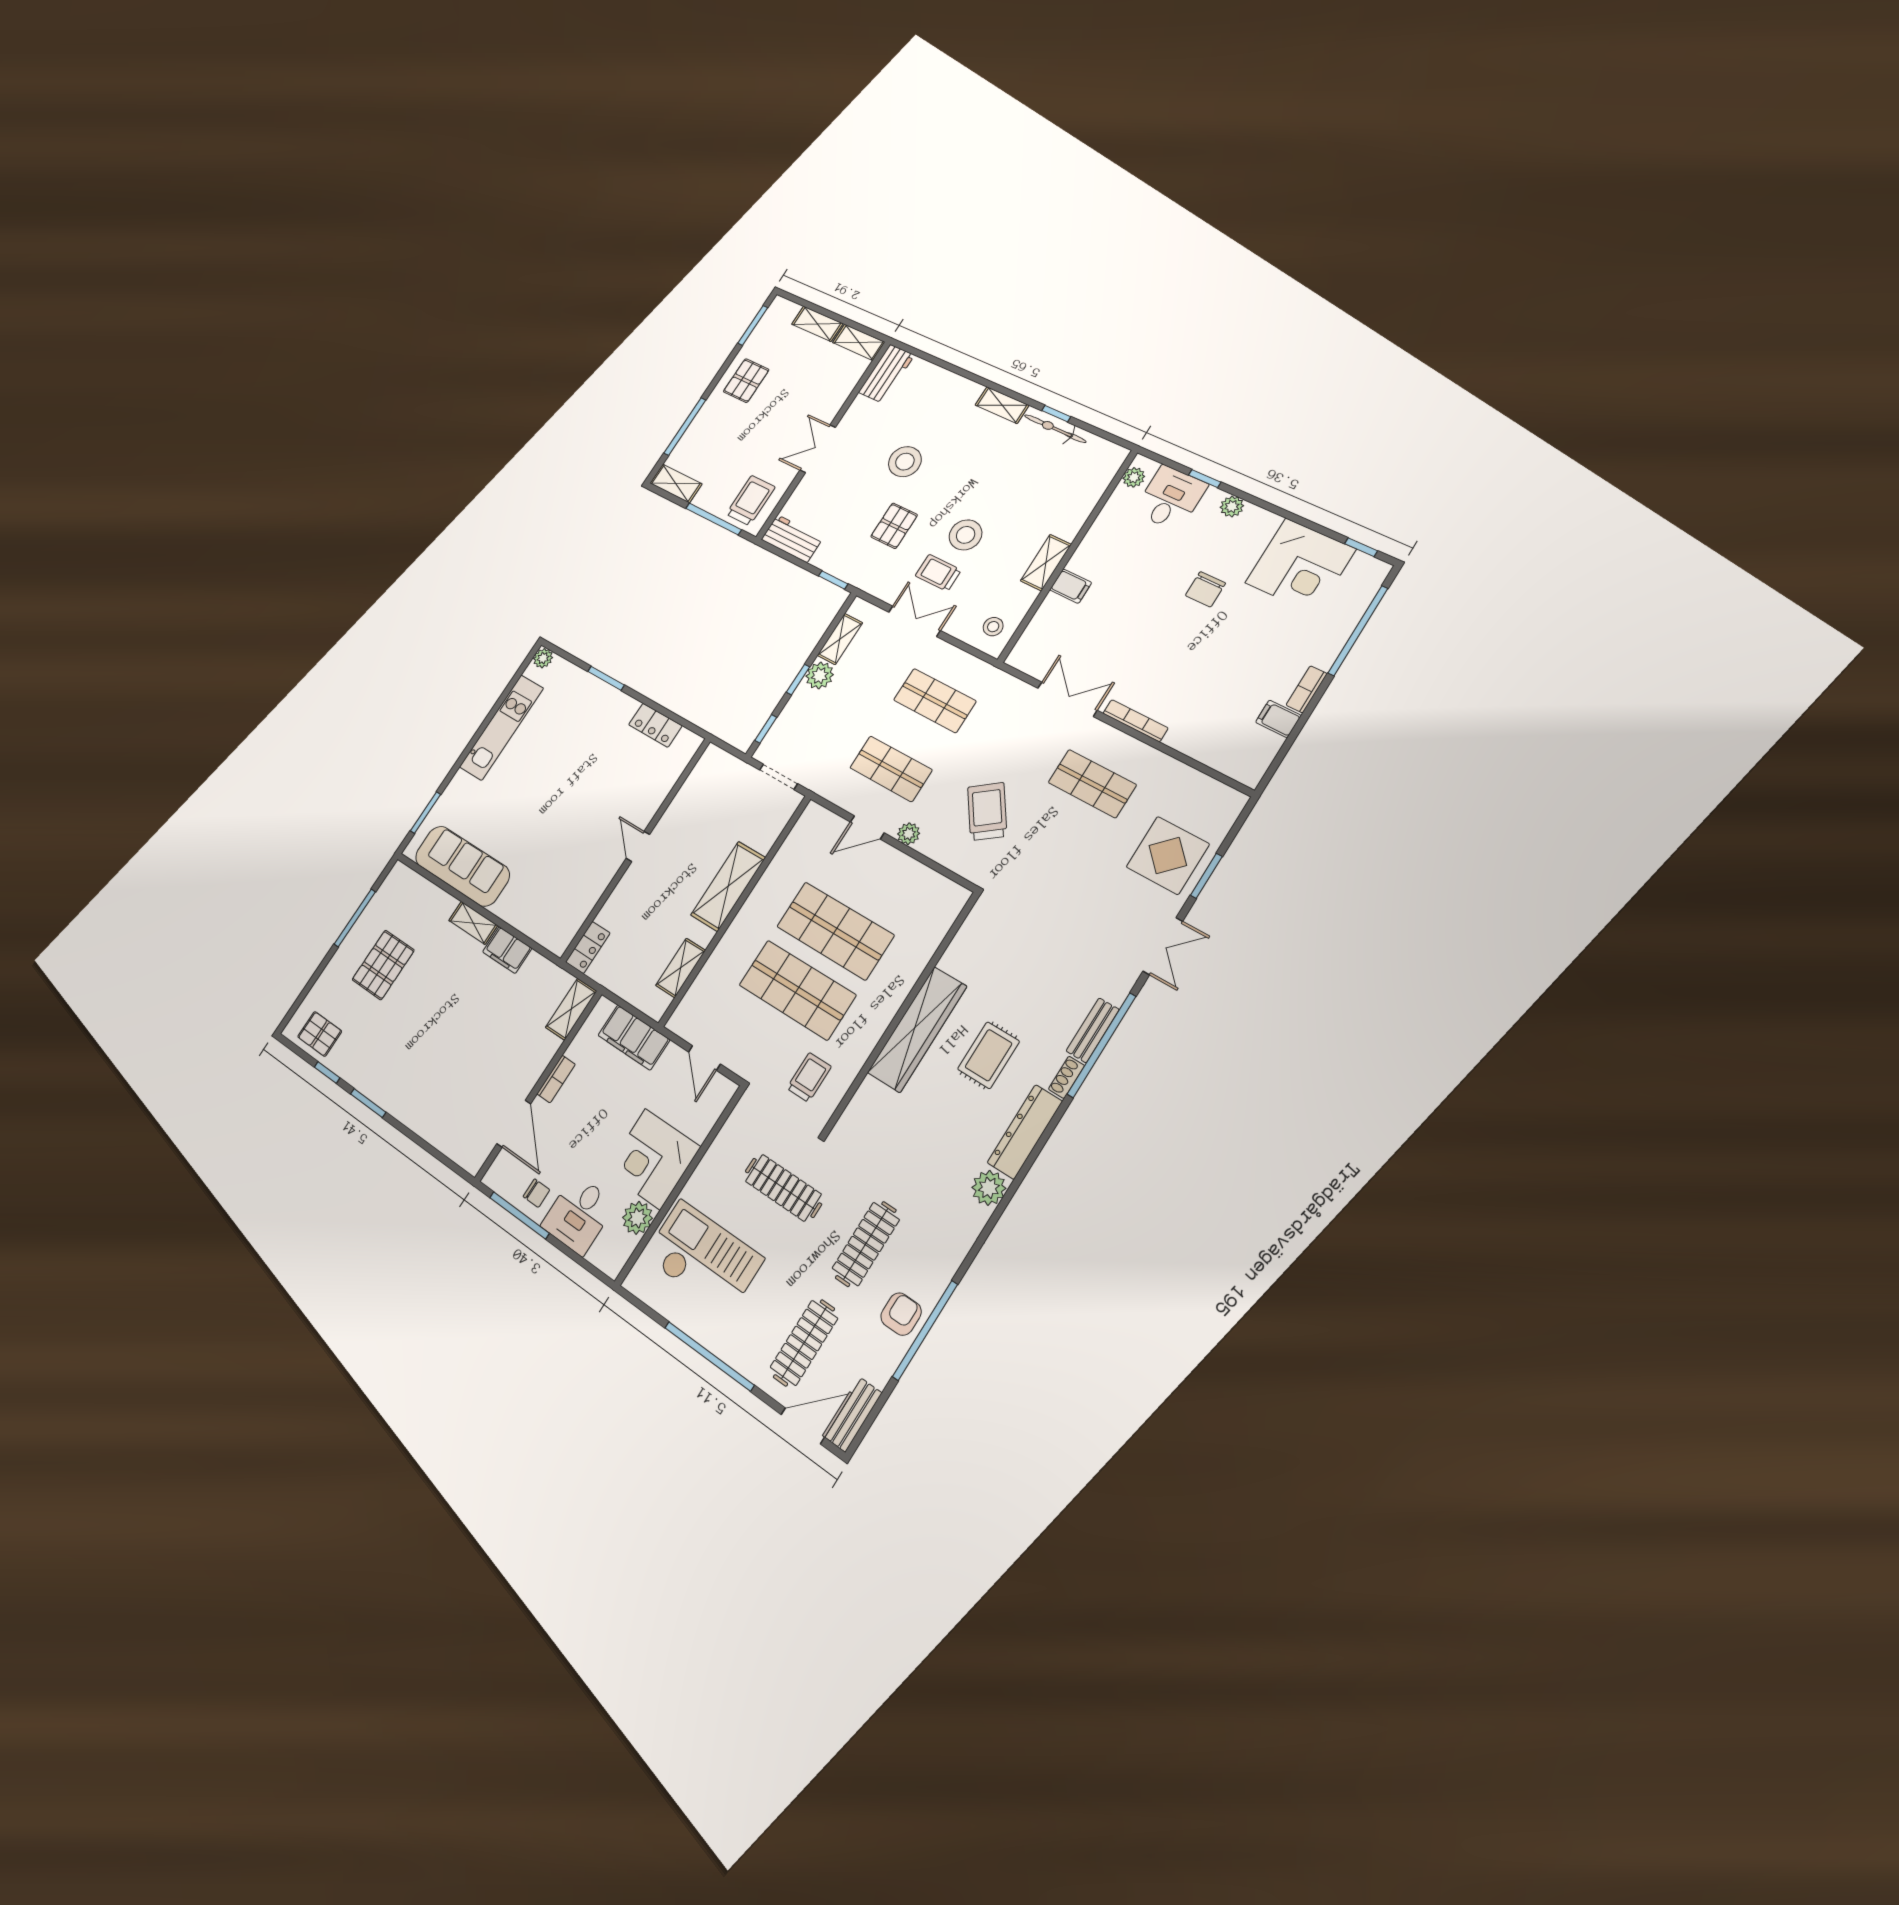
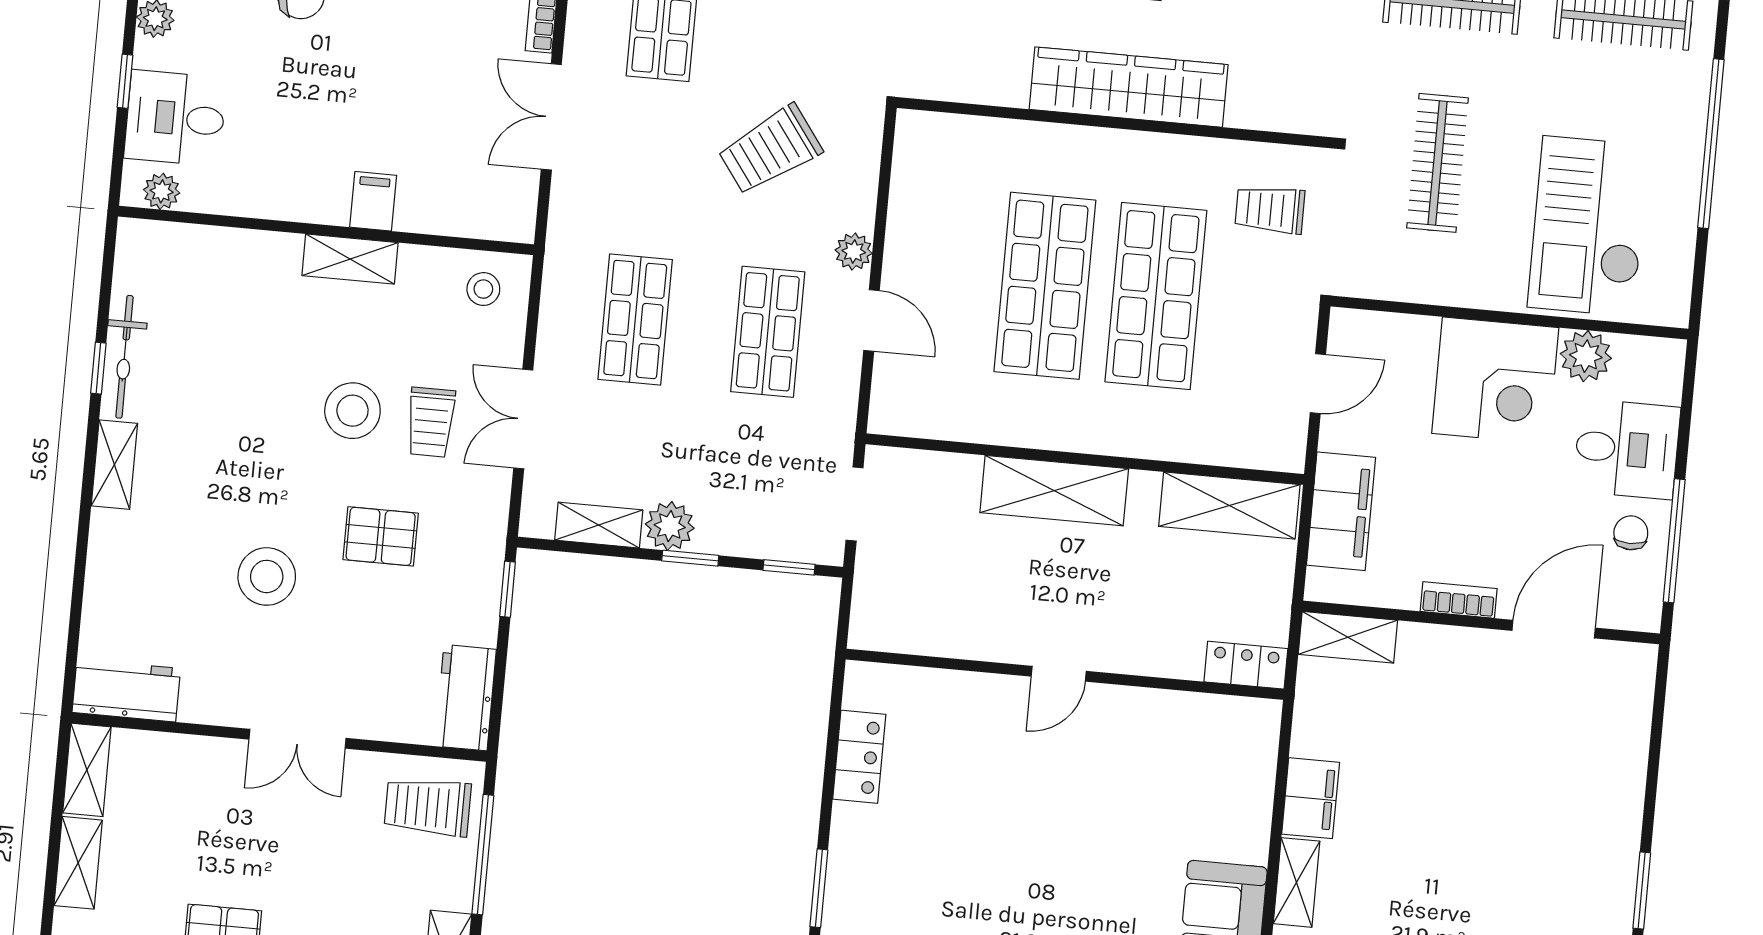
shelving: (681, 968) -> (1229, 505), width x1.50, depth x1.33

